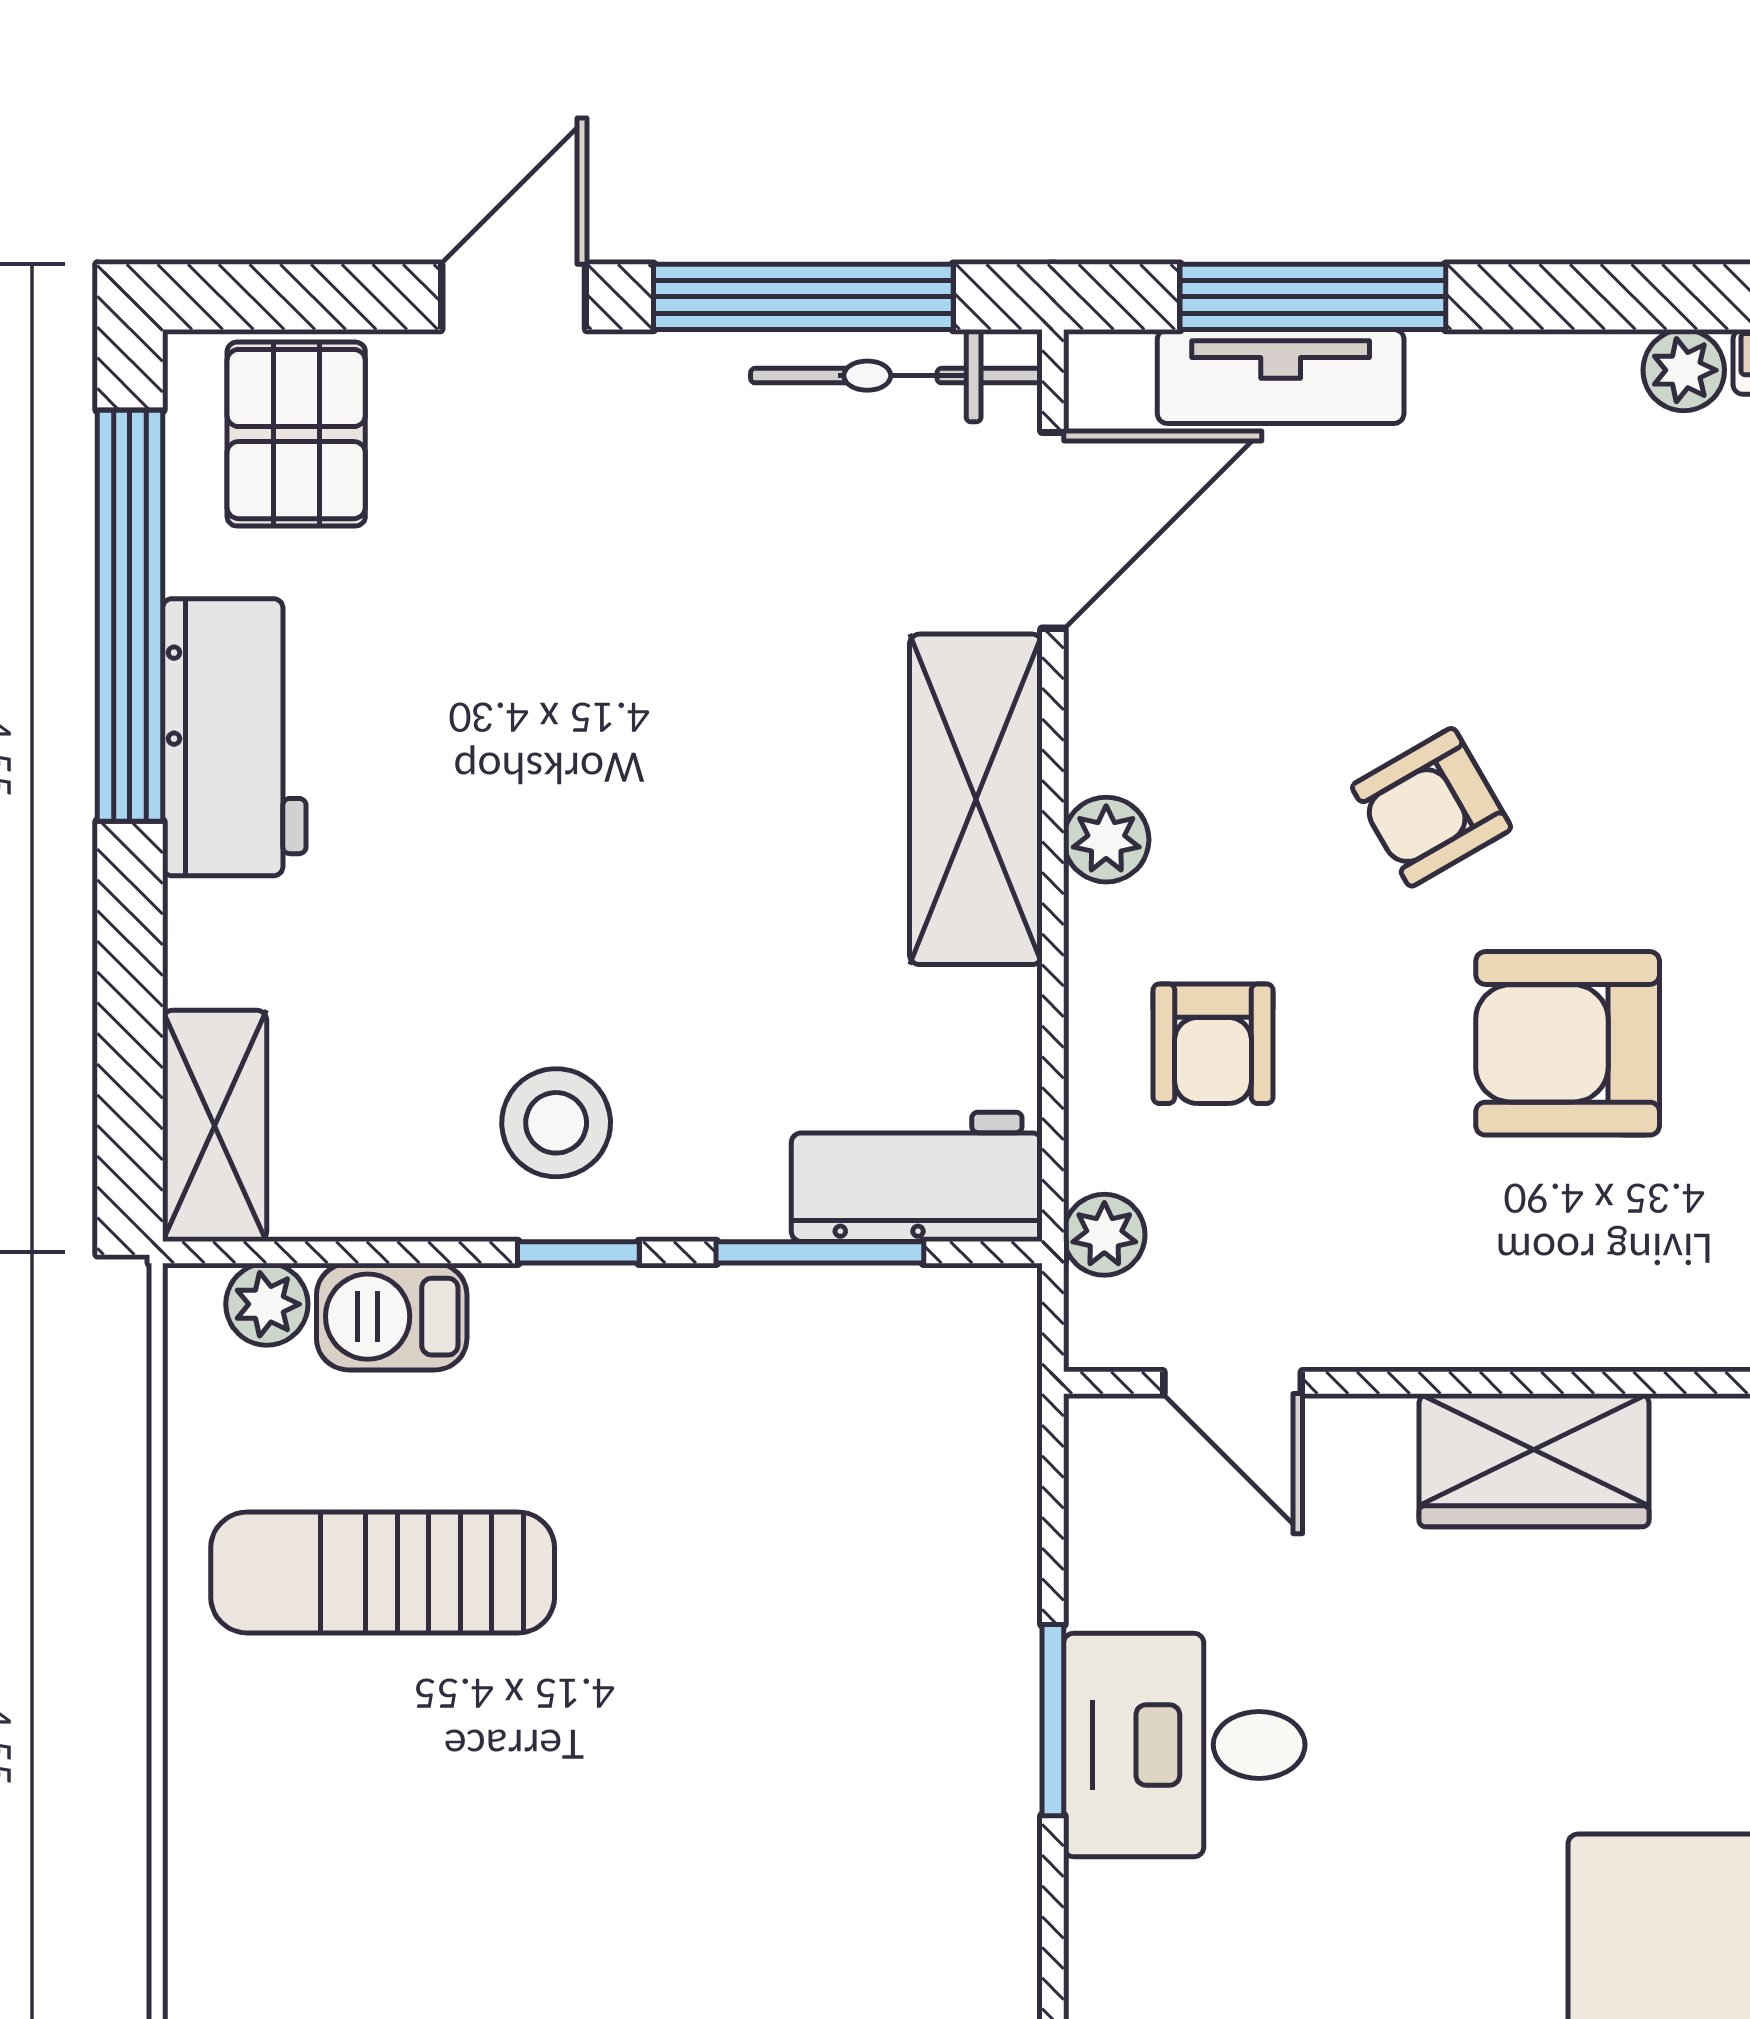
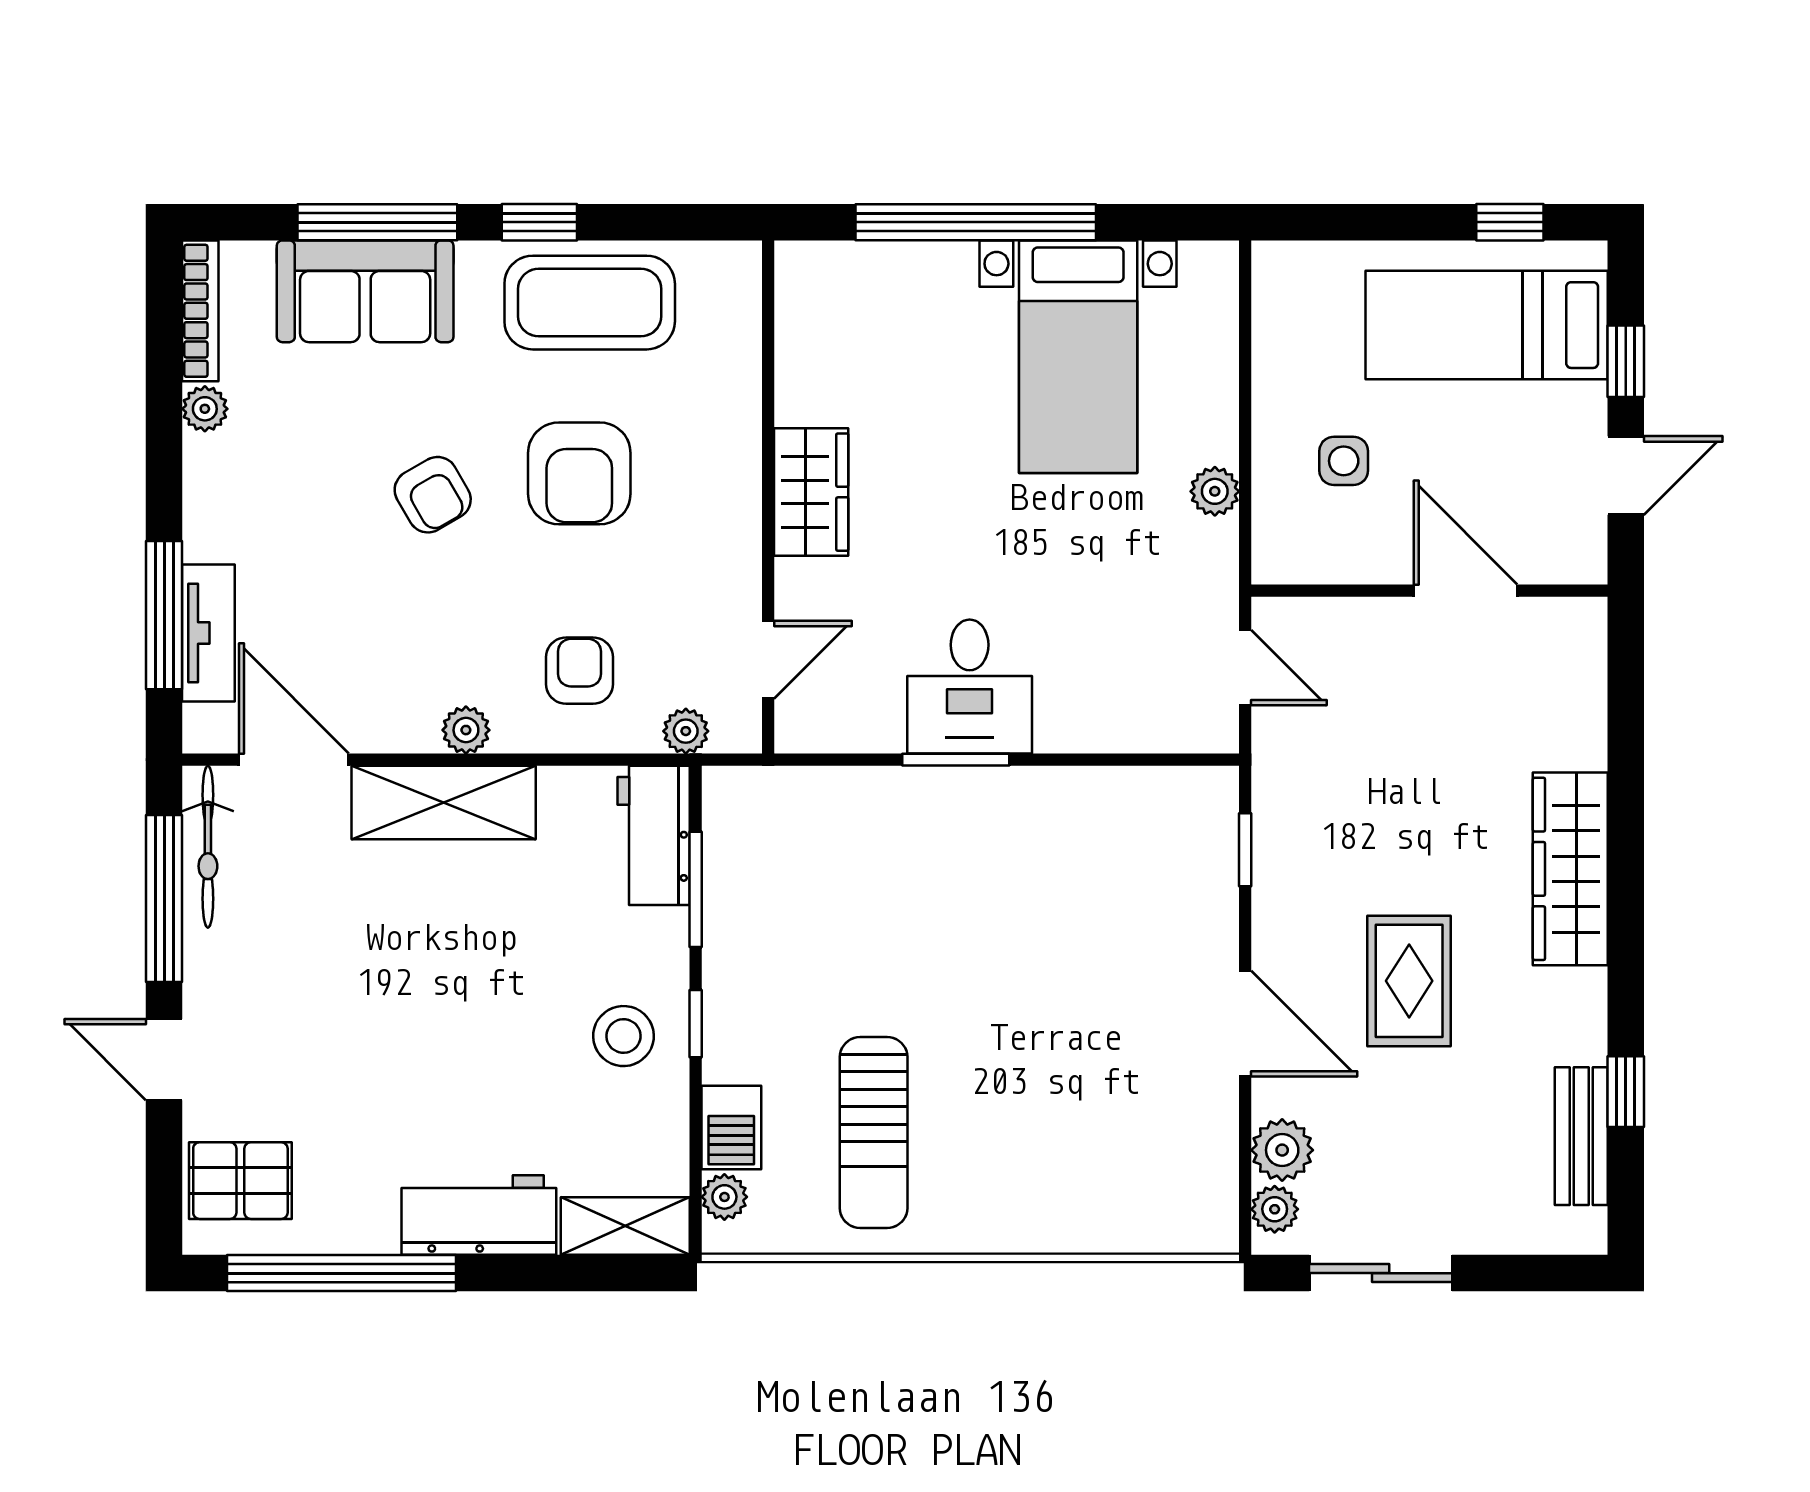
workbench: (234, 737) -> (479, 1215), moved
armchair: (1431, 807) -> (433, 495), moved
armchair: (1213, 1044) -> (580, 671), turned -90

